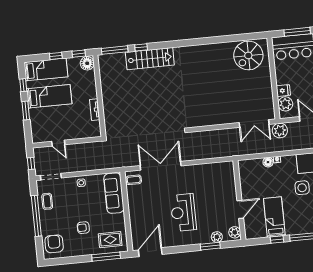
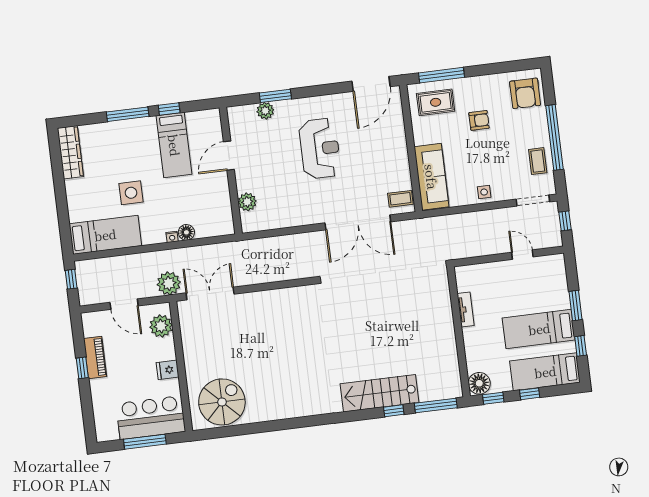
fridge: (283, 91) -> (168, 370), moved
plant: (235, 232) -> (247, 202), moved

